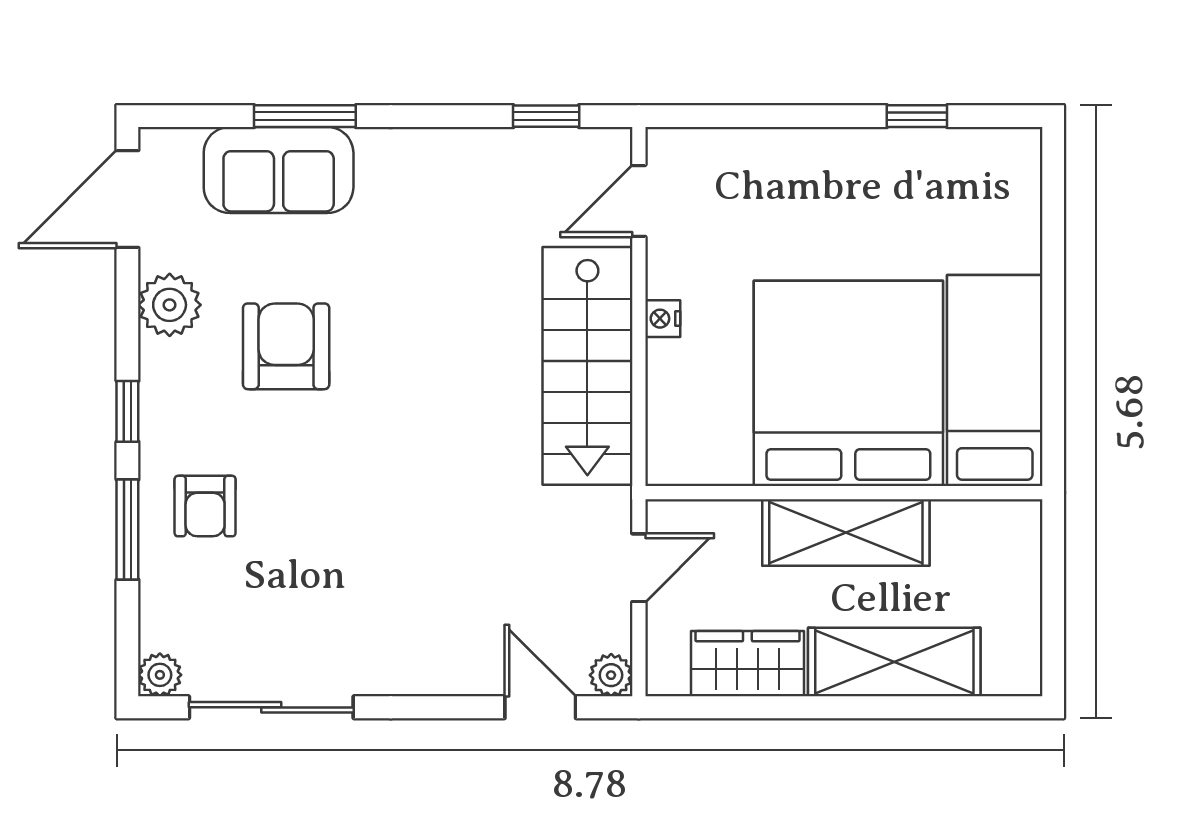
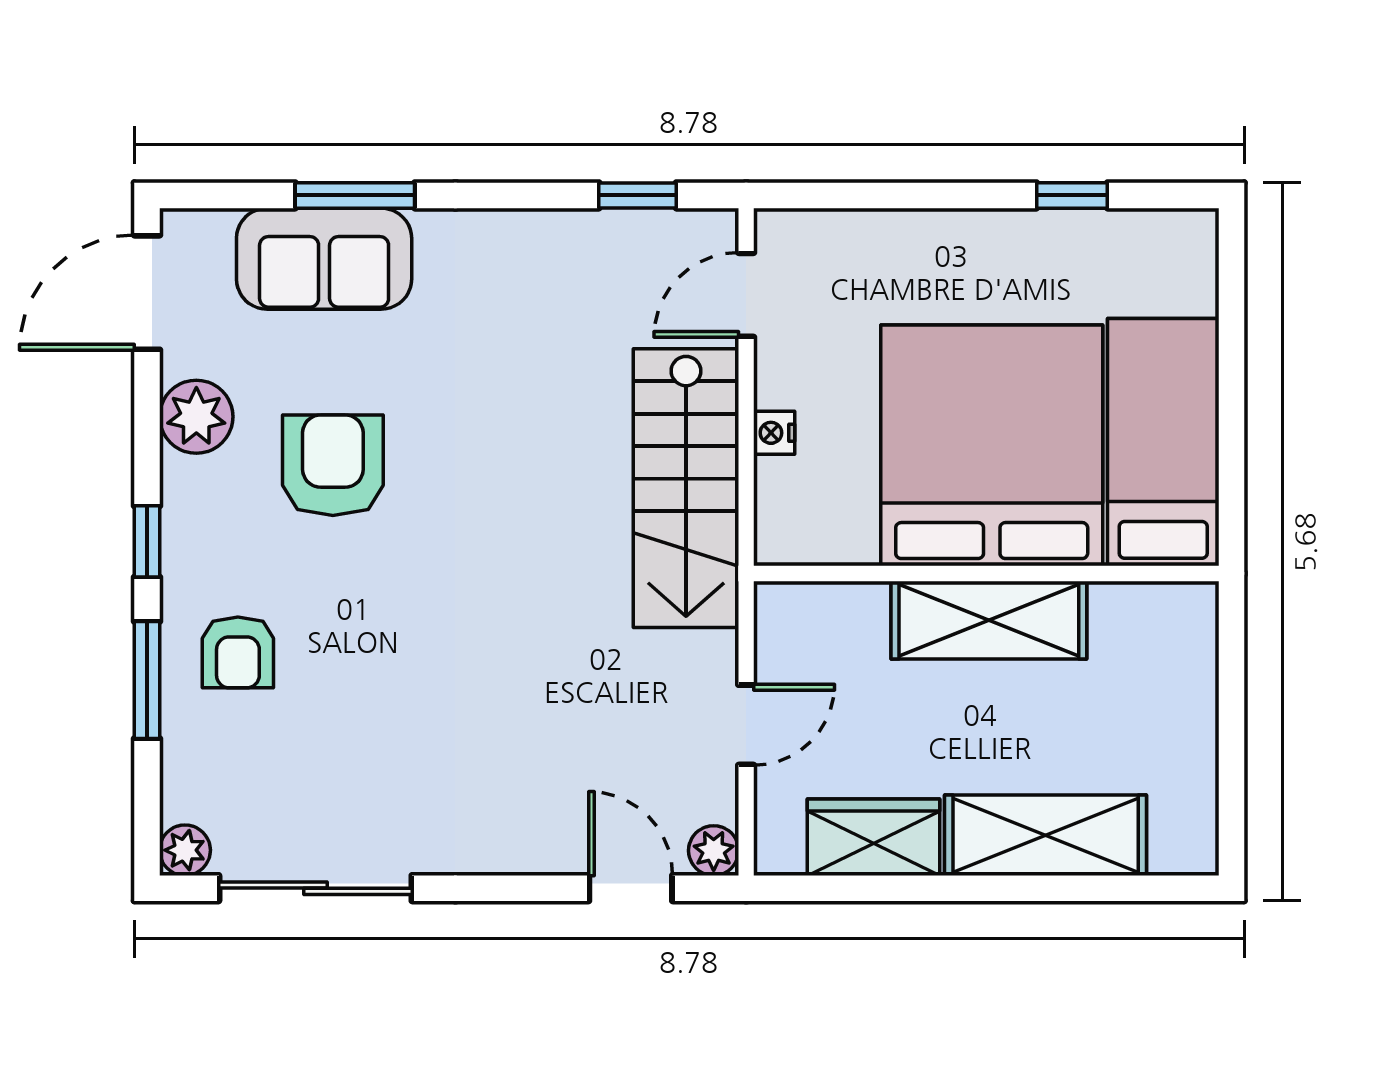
bed: (995, 381) -> (1163, 442), moved
bed: (848, 383) -> (992, 445), moved
wall: (844, 493) -> (986, 573), moved
shelving: (846, 532) -> (989, 620), moved

